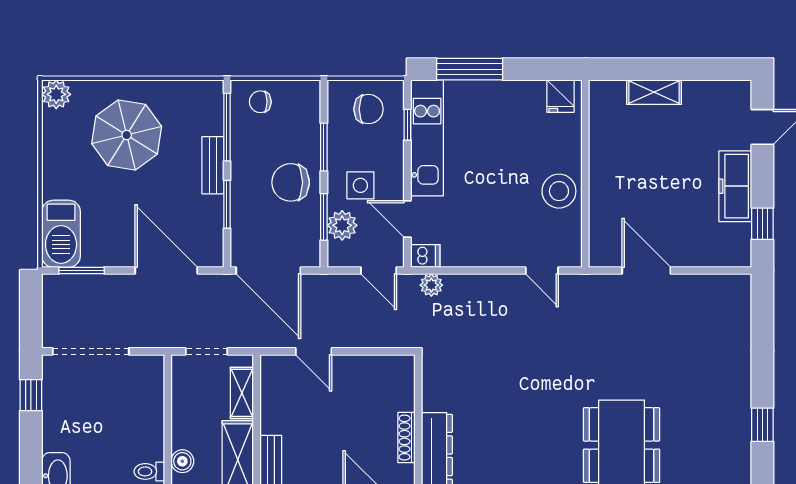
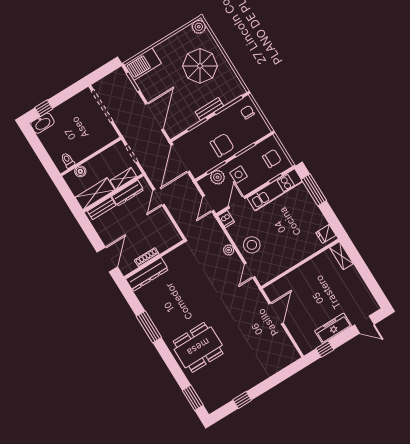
shelving: (654, 92) -> (341, 256), moved
chair: (368, 109) -> (272, 159), turned -90
chair: (291, 182) -> (222, 145), turned 90
stool: (559, 191) -> (252, 245), moved
plant: (431, 285) -> (229, 250), moved
window: (31, 395) -> (44, 108), moved
dresser: (272, 401) -> (128, 193), added

